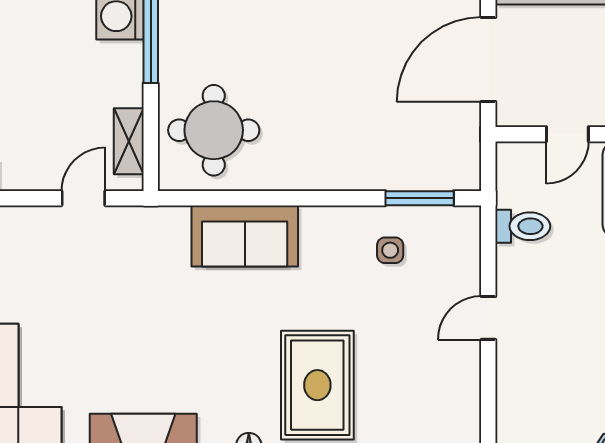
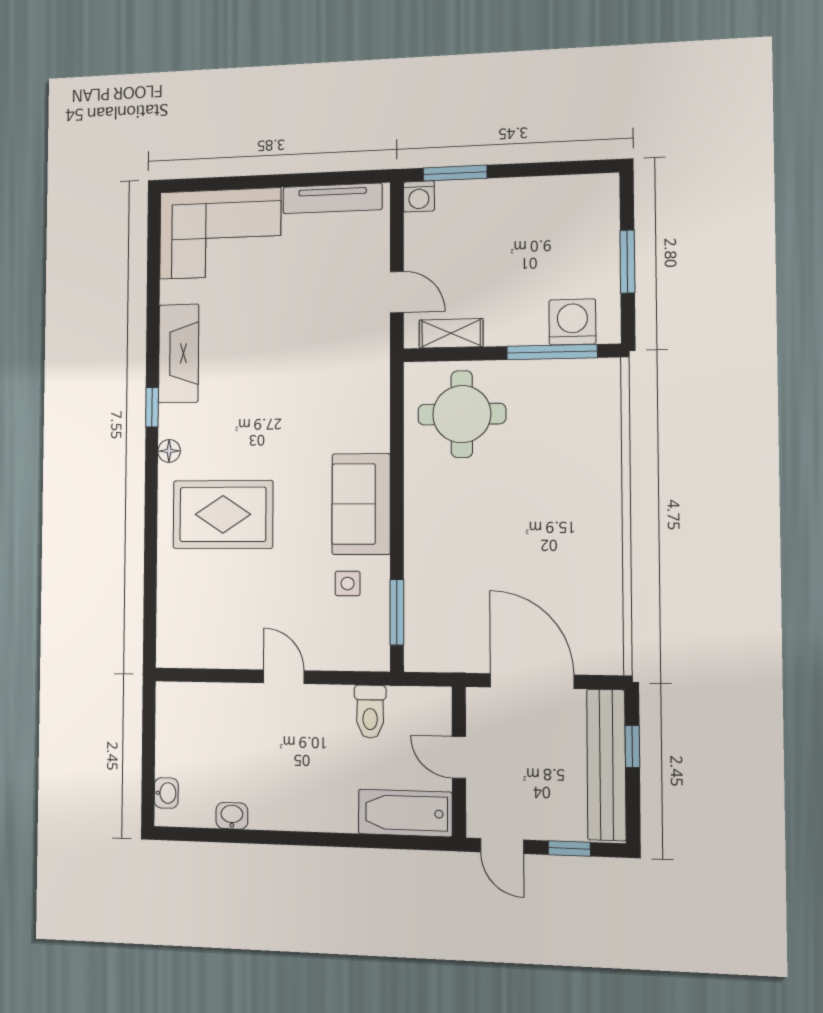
sofa: (245, 236) -> (361, 504), moved

